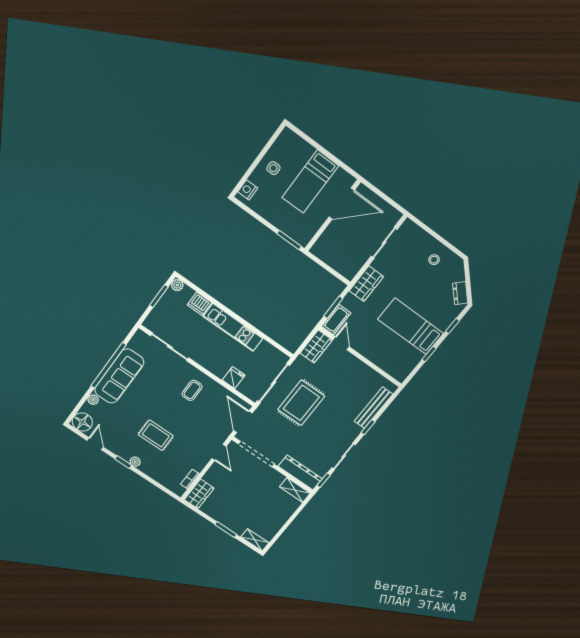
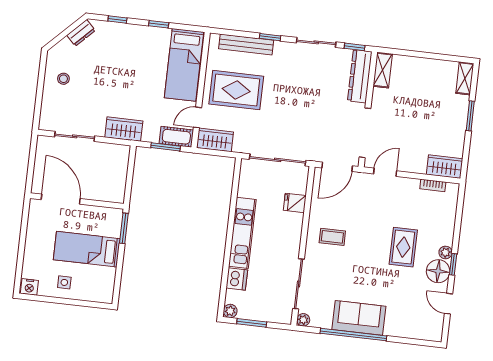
bed: (310, 182) -> (87, 249), moved, turned 180
nightstand: (248, 190) -> (29, 287), moved
bed: (411, 326) -> (184, 65), moved
sofa: (119, 376) -> (359, 318), width x0.73
plant: (93, 400) -> (303, 320), moved
rug: (301, 403) -> (236, 90), moved
floor lamp: (82, 422) -> (438, 271), moved
door: (95, 444) -> (449, 304), hinge flipped

